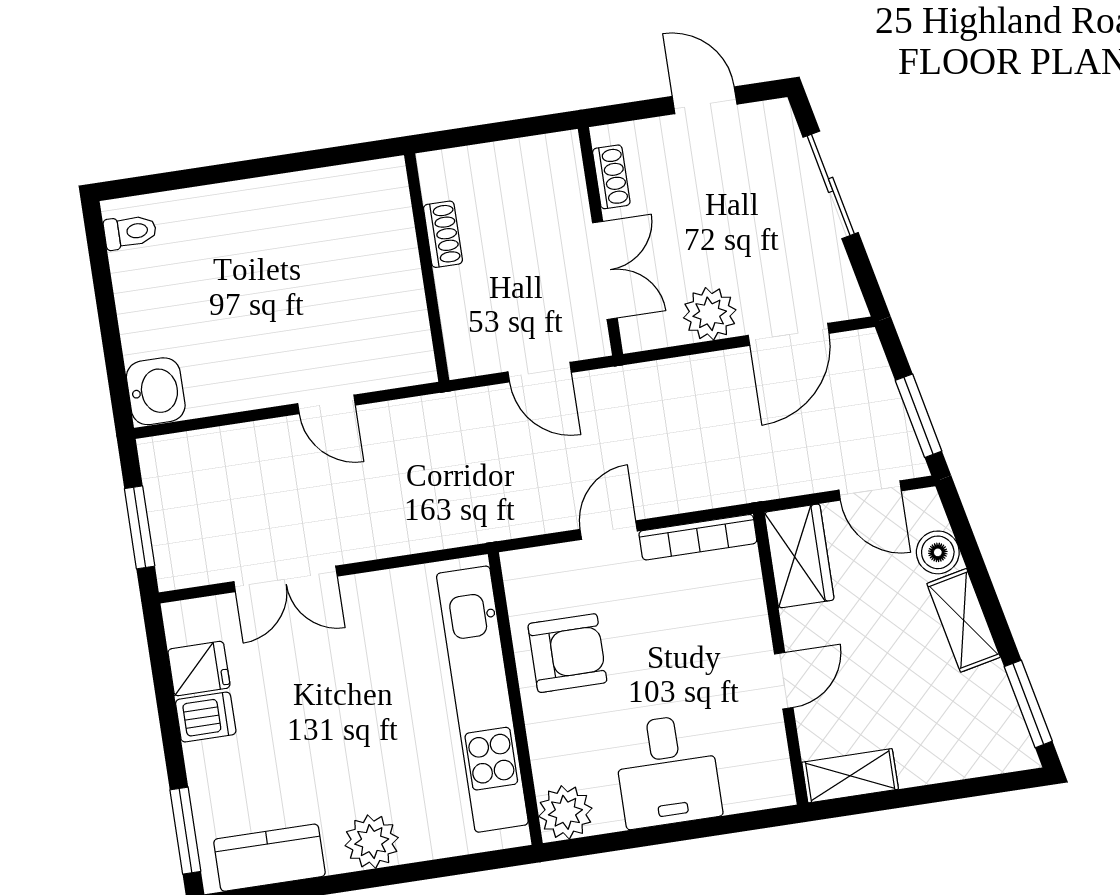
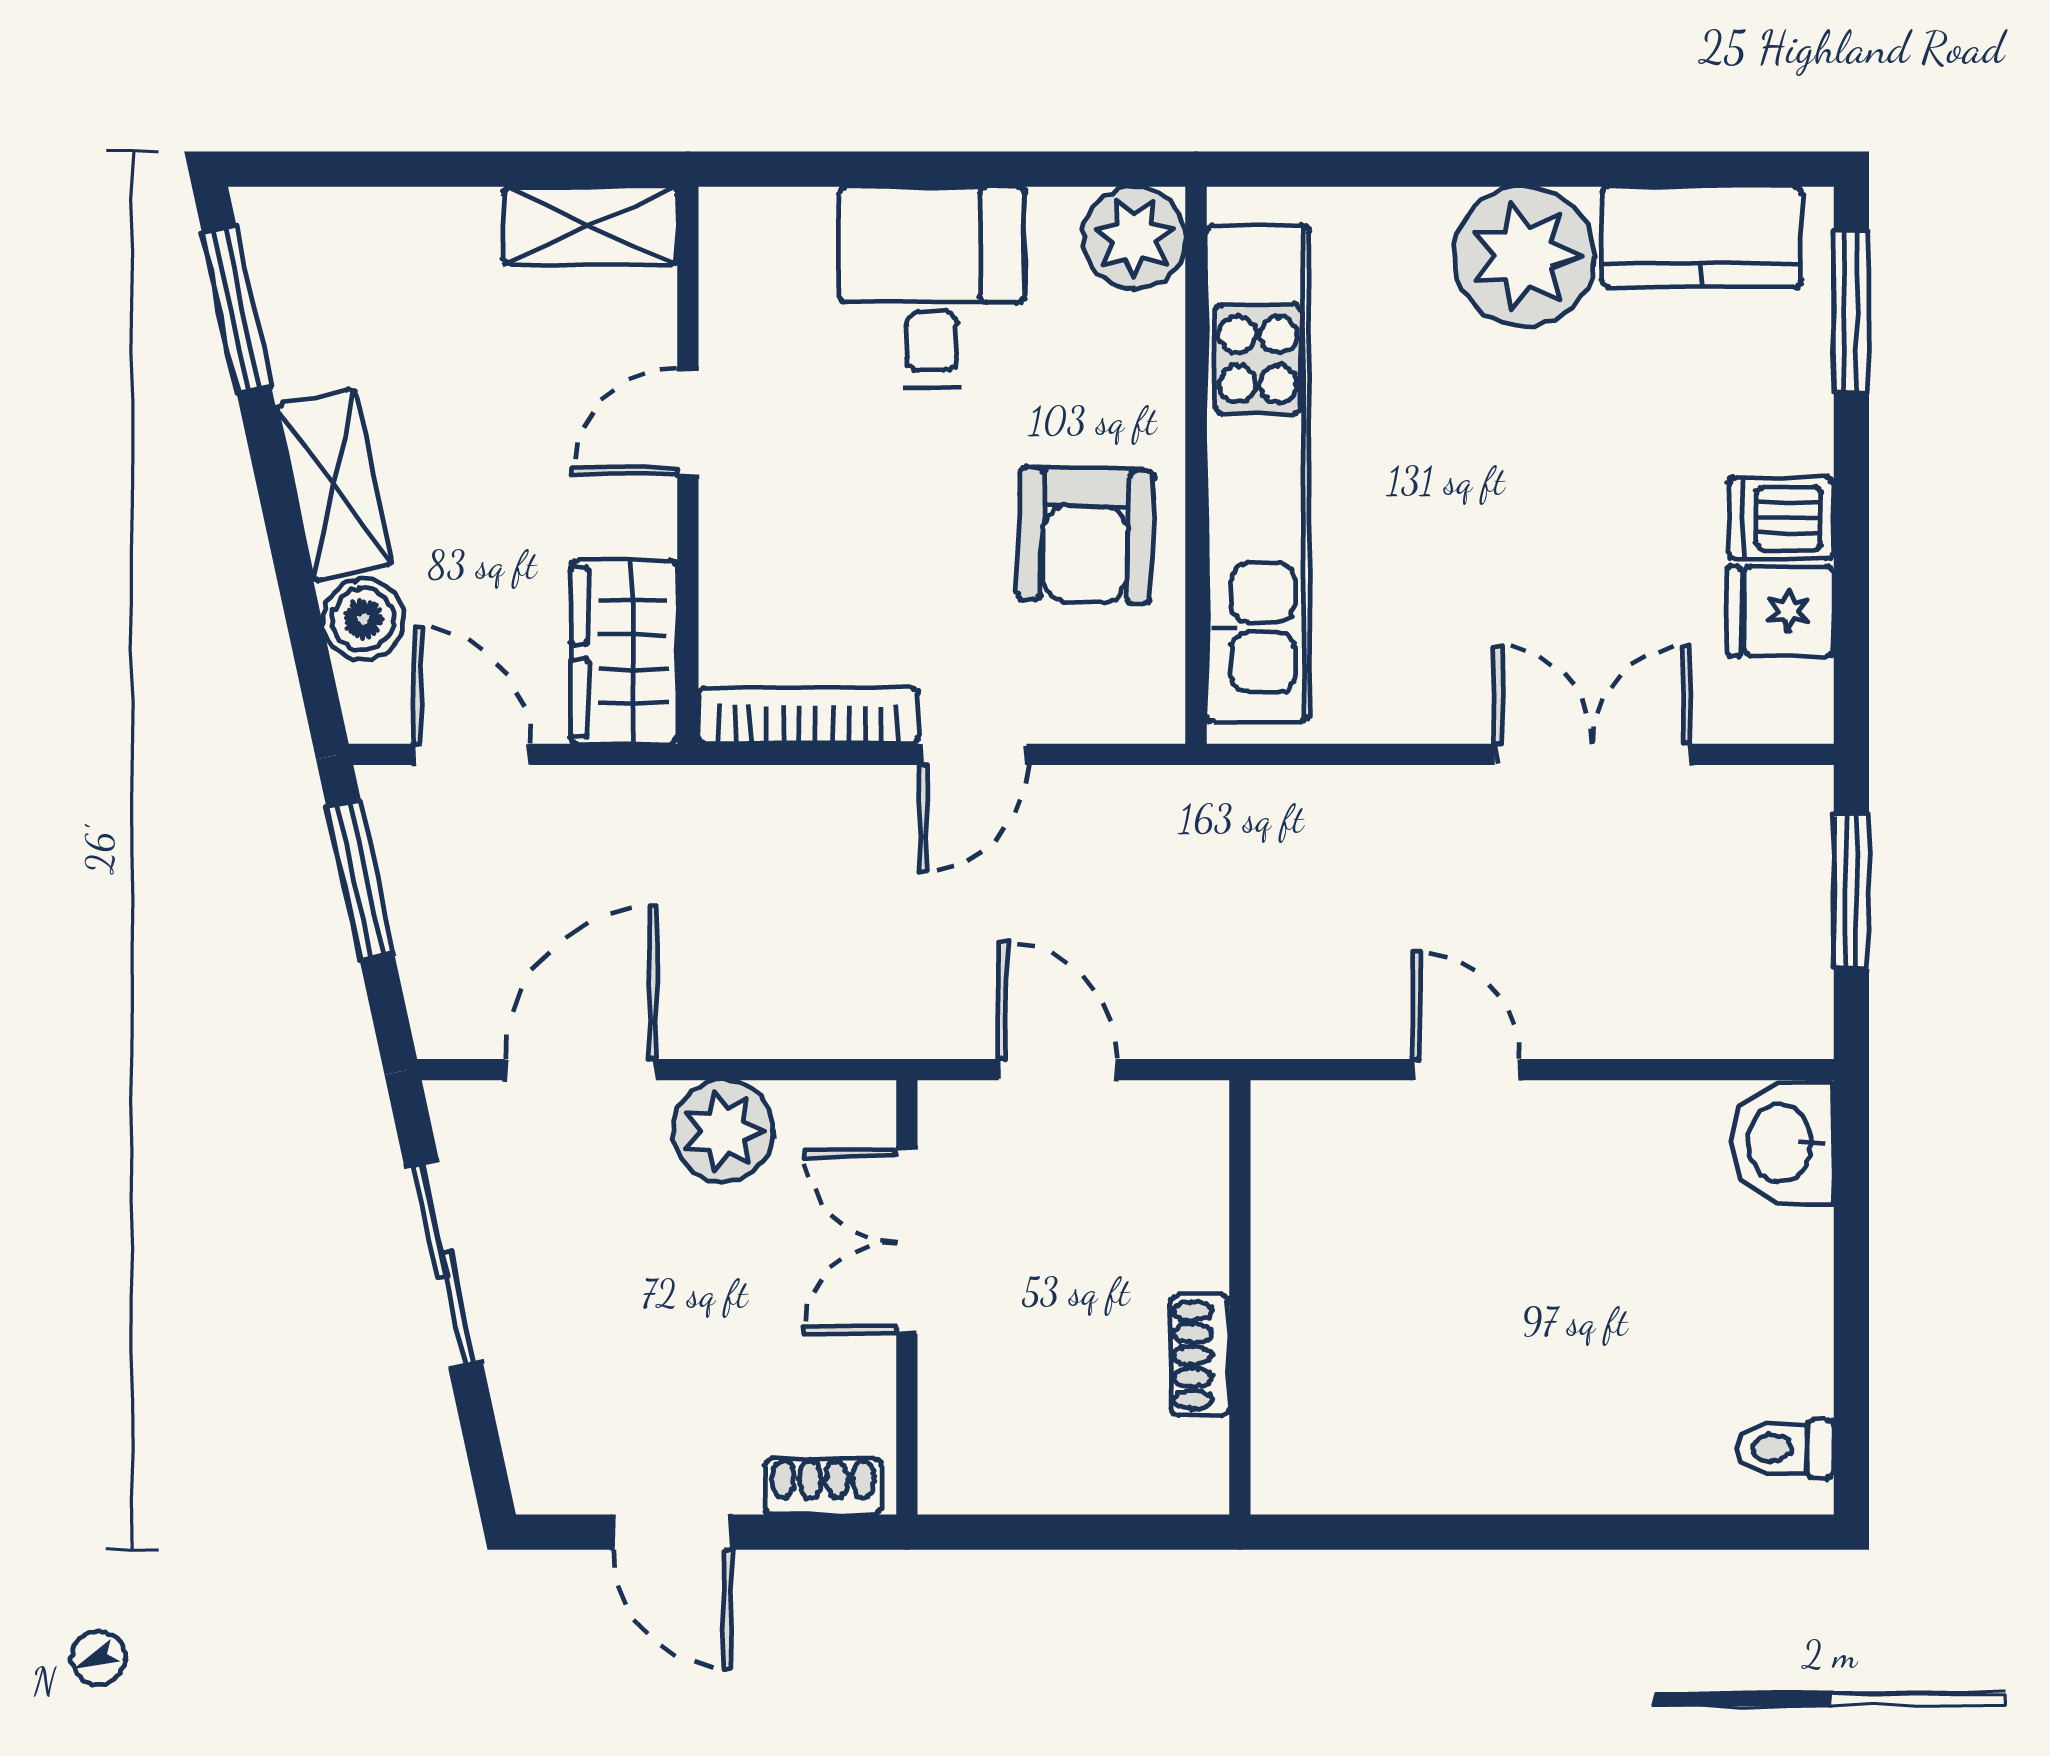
shoe rack: (611, 177) -> (823, 1487), moved, turned 90
sliding door: (831, 185) -> (444, 1264), moved
armchair: (567, 653) -> (1085, 536), turned -88
plant: (372, 842) -> (1524, 257), width x1.36, depth x1.36

